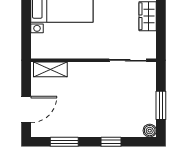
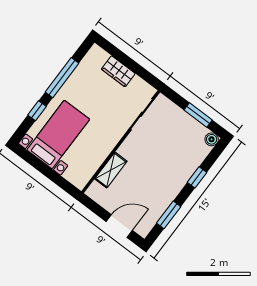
shelving: (50, 69) -> (111, 170), moved
door: (26, 110) -> (119, 226), hinge flipped

